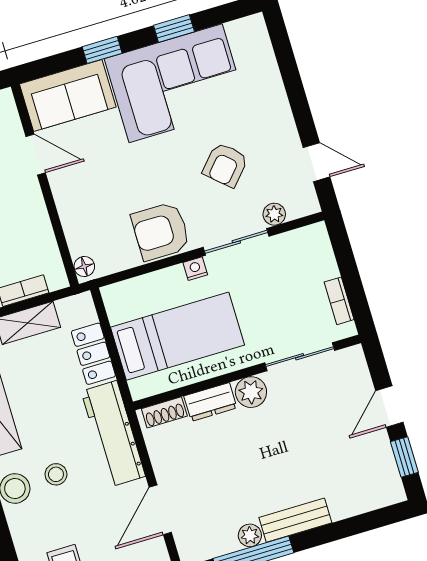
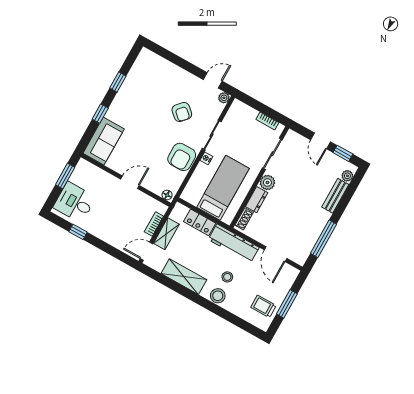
corner sofa: (176, 83) -> (137, 100), removed
door: (36, 155) -> (130, 182), moved
plant: (274, 214) -> (224, 98), moved
bench: (295, 520) -> (335, 196), moved
plant: (250, 535) -> (347, 176), moved

